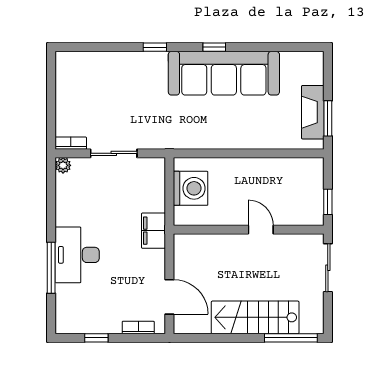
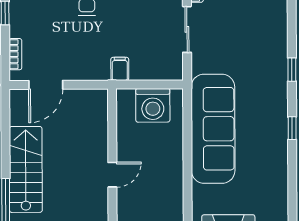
sofa: (224, 73) -> (213, 129), moved, turned 180
filing cabinet: (154, 231) -> (120, 69), width x0.50

